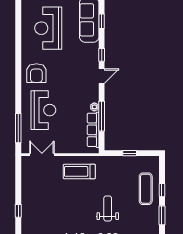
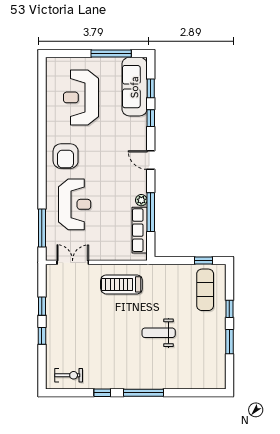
window: (102, 55) -> (151, 118), moved
door: (102, 76) -> (151, 160), swing flipped
window: (130, 153) -> (203, 261), moved
window: (18, 188) -> (42, 306), added
exercise mat: (146, 189) -> (205, 290), moved
weight bench: (108, 208) -> (159, 333), turned -90

